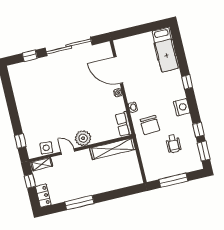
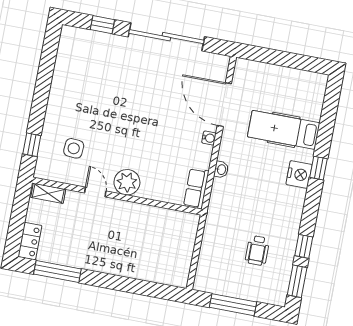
hospital bed: (165, 50) -> (284, 130), moved, turned 90
nightstand: (182, 107) -> (299, 174), moved
chair: (150, 125) -> (235, 207), removed
side table: (46, 148) -> (74, 148), moved
shelving: (113, 149) -> (164, 218), removed
window: (30, 181) -> (19, 211), removed
window: (79, 203) -> (57, 271), moved

